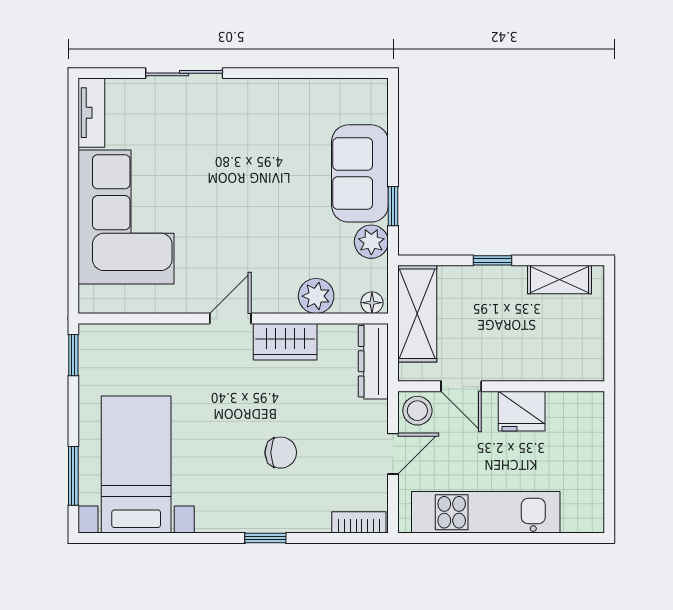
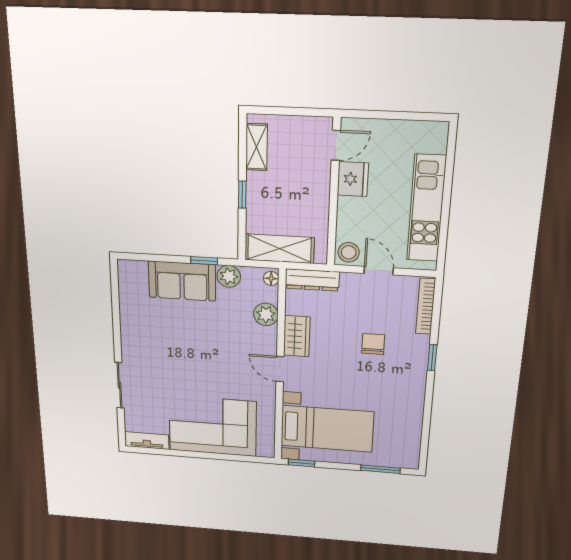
door: (461, 386) -> (336, 145), moved
bed with nightstands: (136, 465) -> (327, 429), moved, turned 180
bookcase: (359, 522) -> (426, 306), width x1.56

